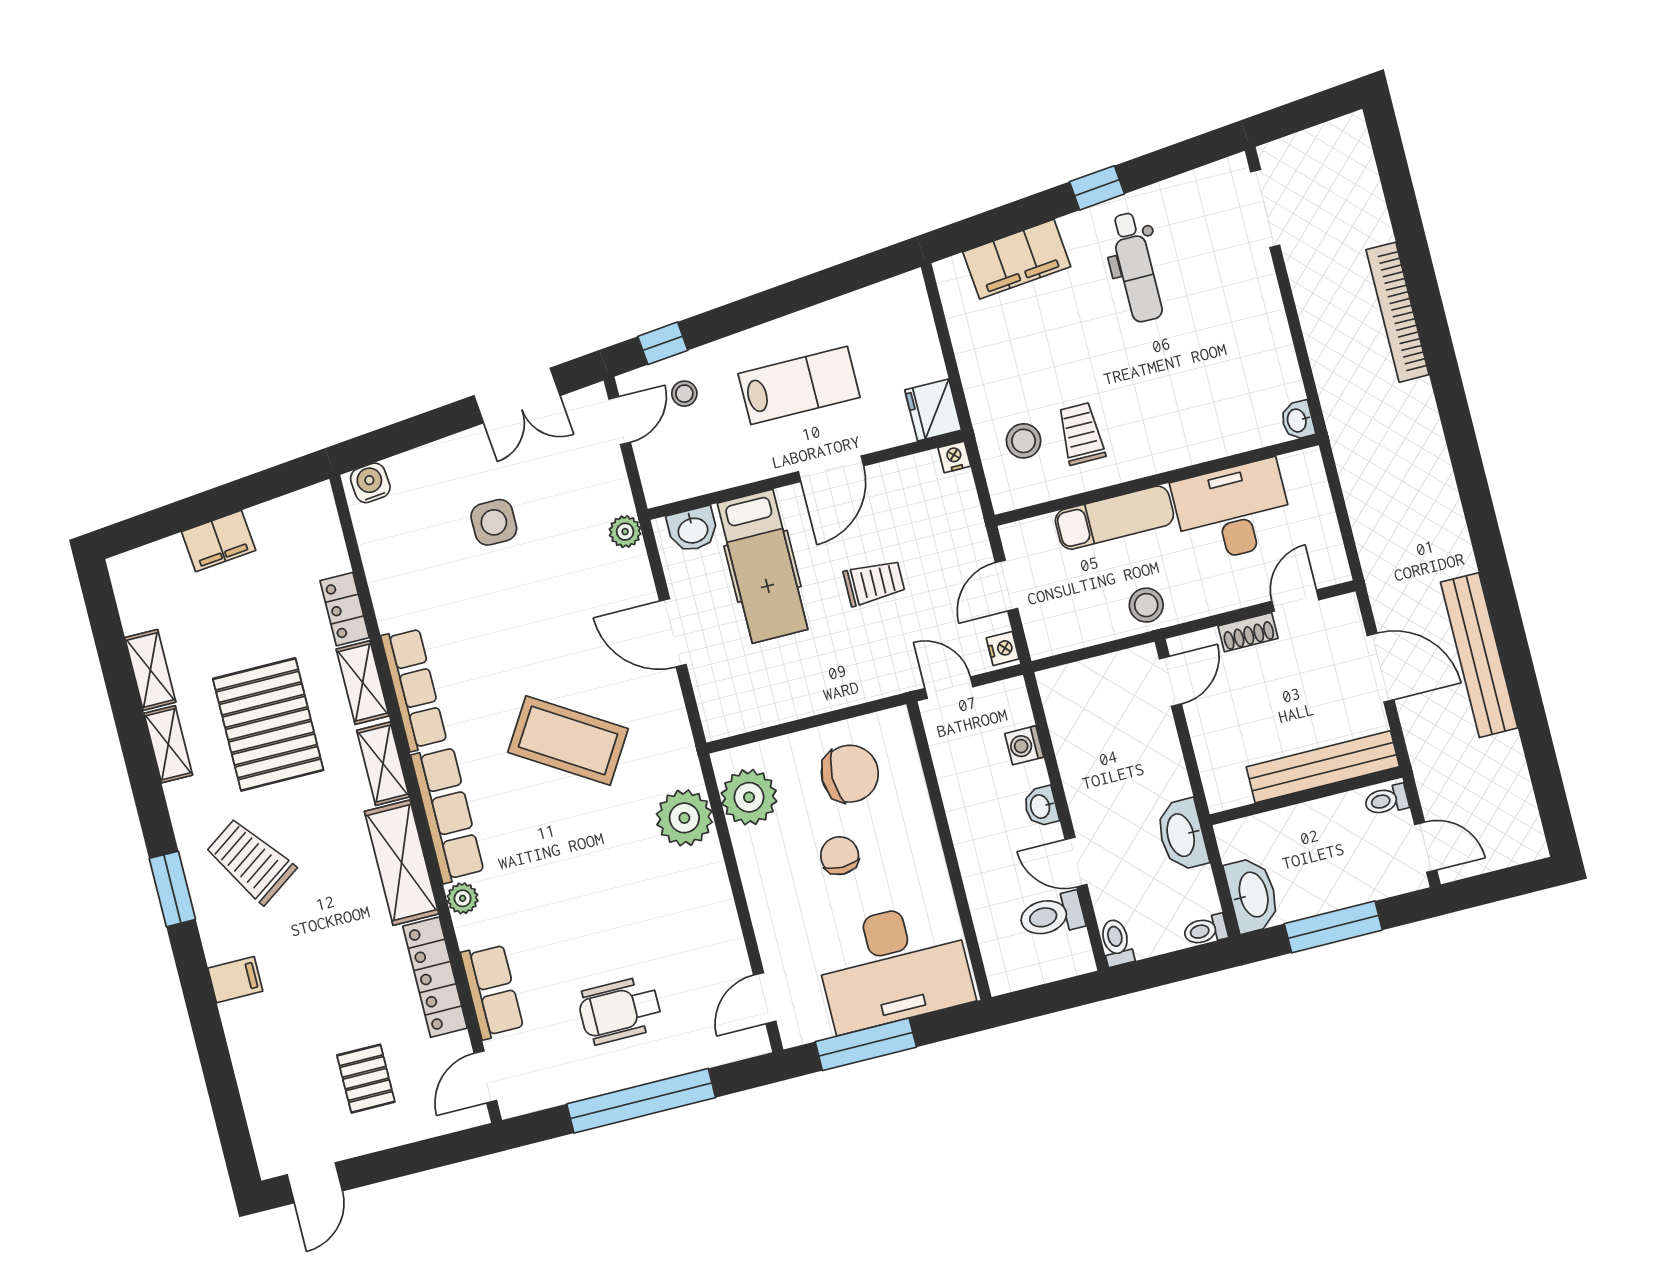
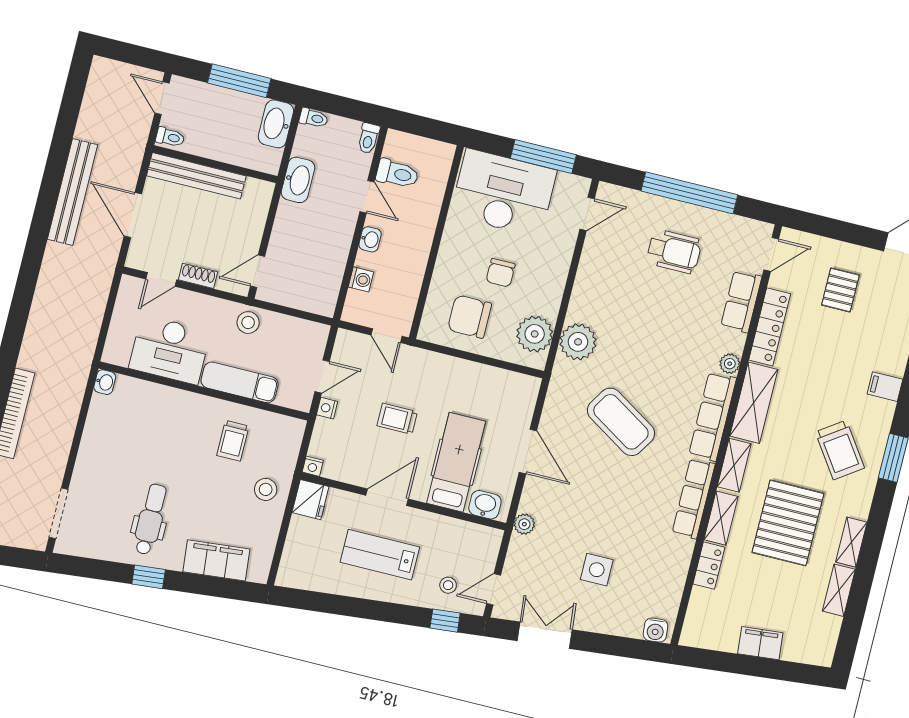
stool: (1024, 441) -> (266, 489), moved
nightstand: (1003, 648) -> (327, 408), moved

